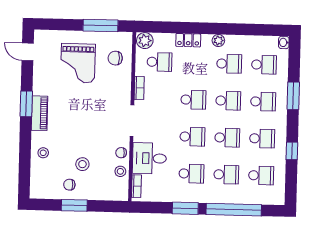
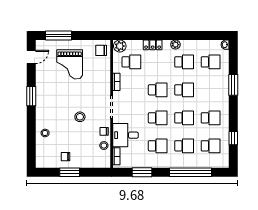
window: (100, 26) -> (58, 36), moved
door: (28, 52) -> (31, 57), swing flipped
chair: (115, 58) -> (101, 50), moved
school desk: (263, 102) -> (211, 90), removed
piano: (40, 113) -> (42, 103), removed
window: (292, 151) -> (233, 138), moved
stool: (82, 164) -> (80, 117), moved
window: (185, 208) -> (142, 172), moved

